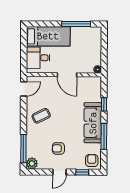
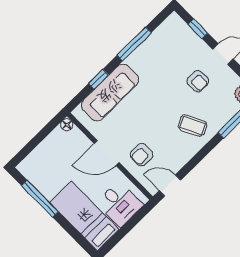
door: (67, 75) -> (107, 153), swing flipped
coffee table: (41, 116) -> (193, 126), moved
sofa: (93, 123) -> (110, 92), moved
armchair: (92, 161) -> (142, 155), moved

